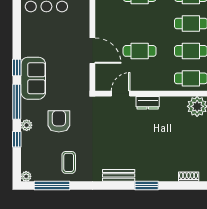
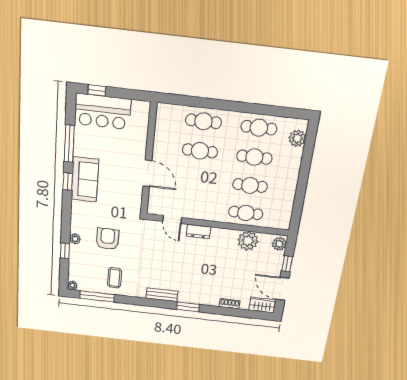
cafe table: (140, 51) -> (200, 151), moved
sofa: (33, 78) -> (85, 179), moved
door: (121, 94) -> (172, 219), swing flipped
window: (17, 102) -> (69, 144), moved

